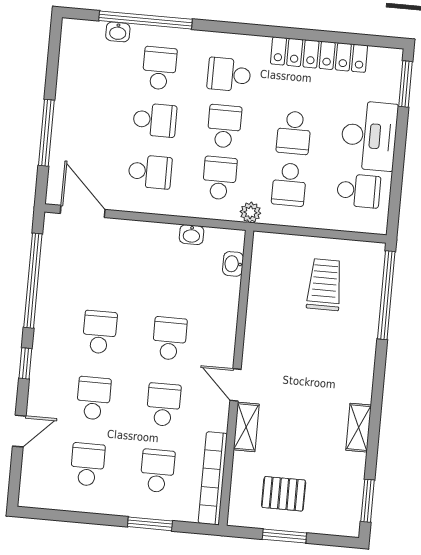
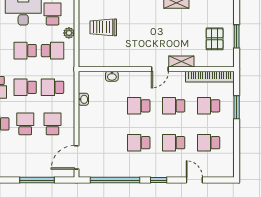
school desk: (294, 133) -> (25, 51), turned 180
plant: (250, 212) -> (69, 33), moved
washbasin: (233, 264) -> (112, 76), moved

